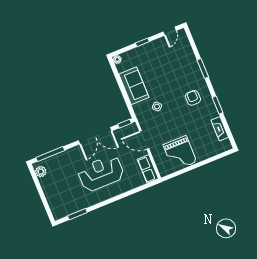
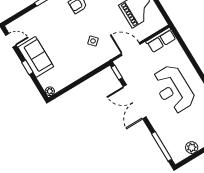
sofa: (134, 86) -> (36, 57), moved, turned 90
double door: (95, 136) -> (135, 102), swing flipped
door: (144, 140) -> (131, 49), swing flipped
plant: (41, 172) -> (192, 148), moved

